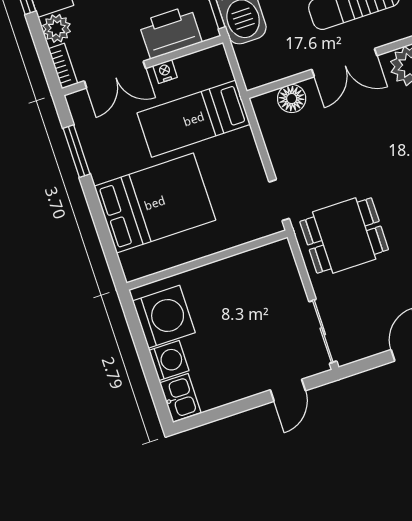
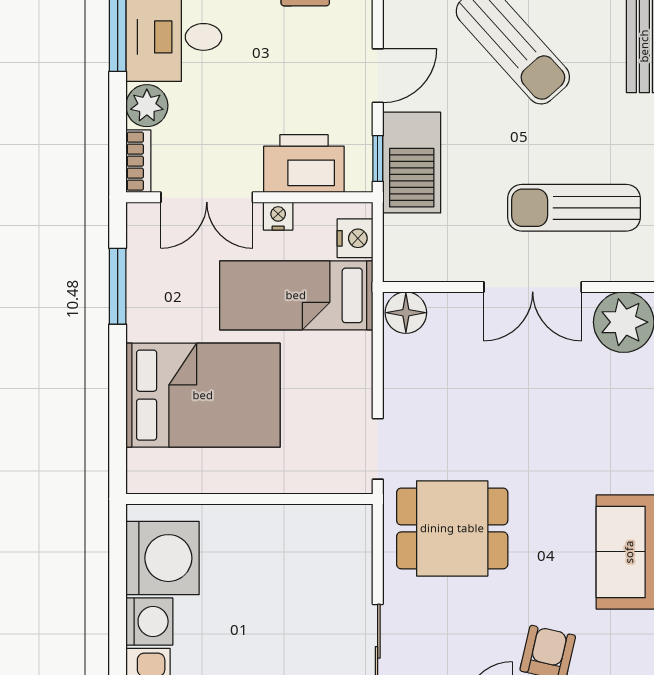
nightstand: (219, 69) -> (355, 238), added
floor lamp: (292, 99) -> (406, 313), moved

